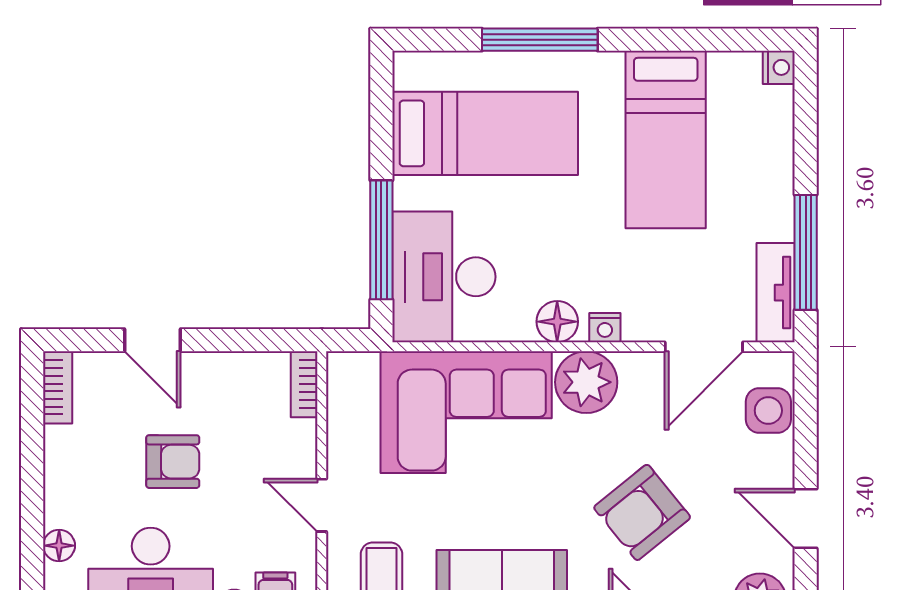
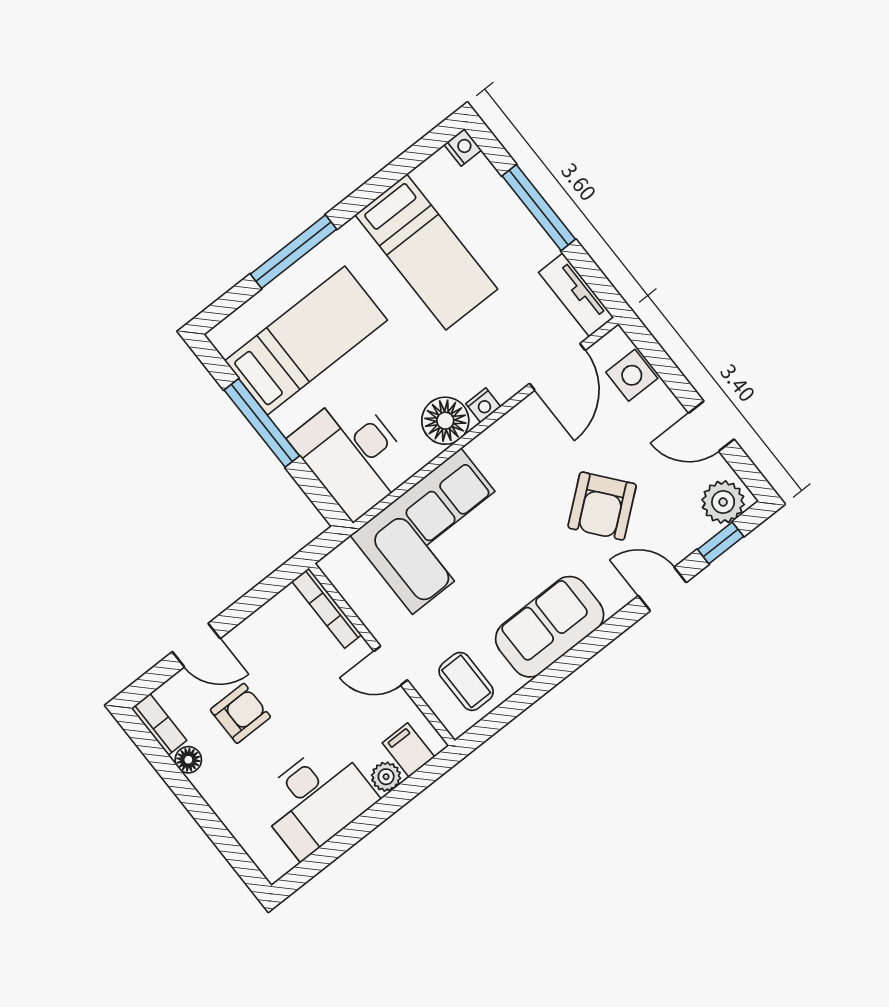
window: (381, 240) -> (262, 423), moved
window: (806, 252) -> (539, 208), moved
floor lamp: (557, 322) -> (445, 421), width x1.38, depth x1.38
plant: (586, 382) -> (499, 450), removed
bookcase: (304, 384) -> (327, 608), width x1.56
armchair: (173, 462) -> (240, 713), moved
floor lamp: (59, 546) -> (188, 760), moved

